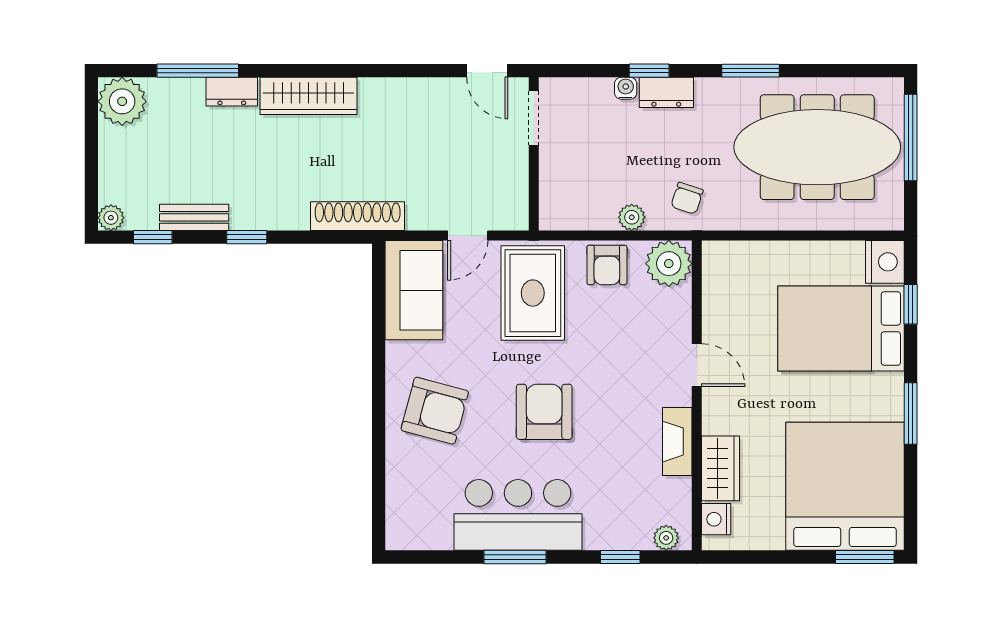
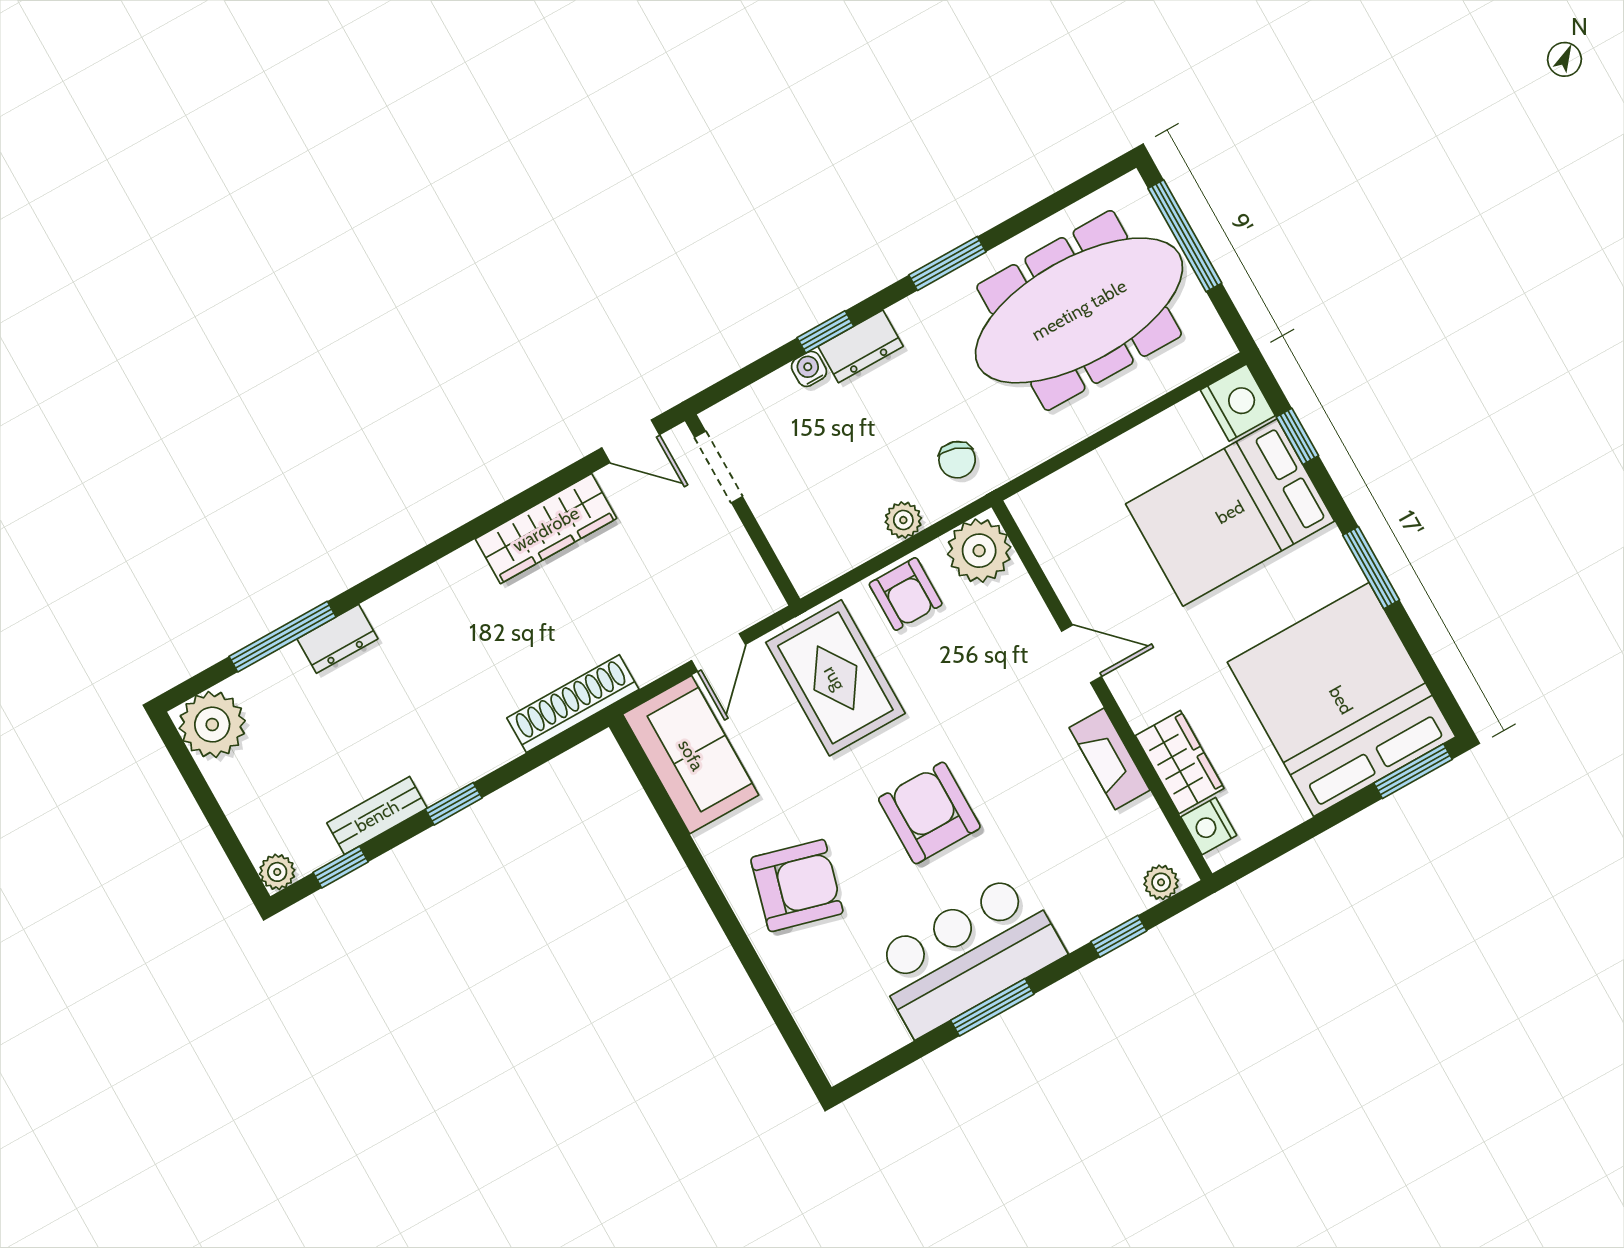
wardrobe: (308, 96) -> (546, 529), moved

